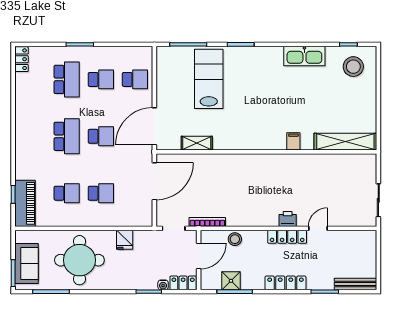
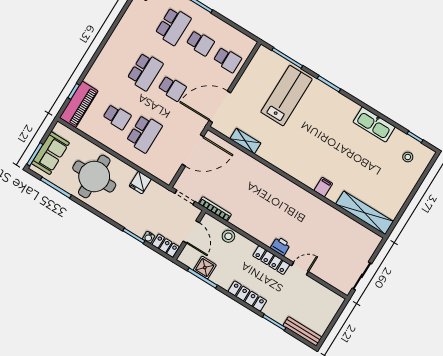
stool: (353, 67) -> (408, 157), width x0.53, depth x0.53
school desk: (101, 193) -> (144, 134), width x1.85
door: (199, 256) -> (191, 232), hinge flipped

